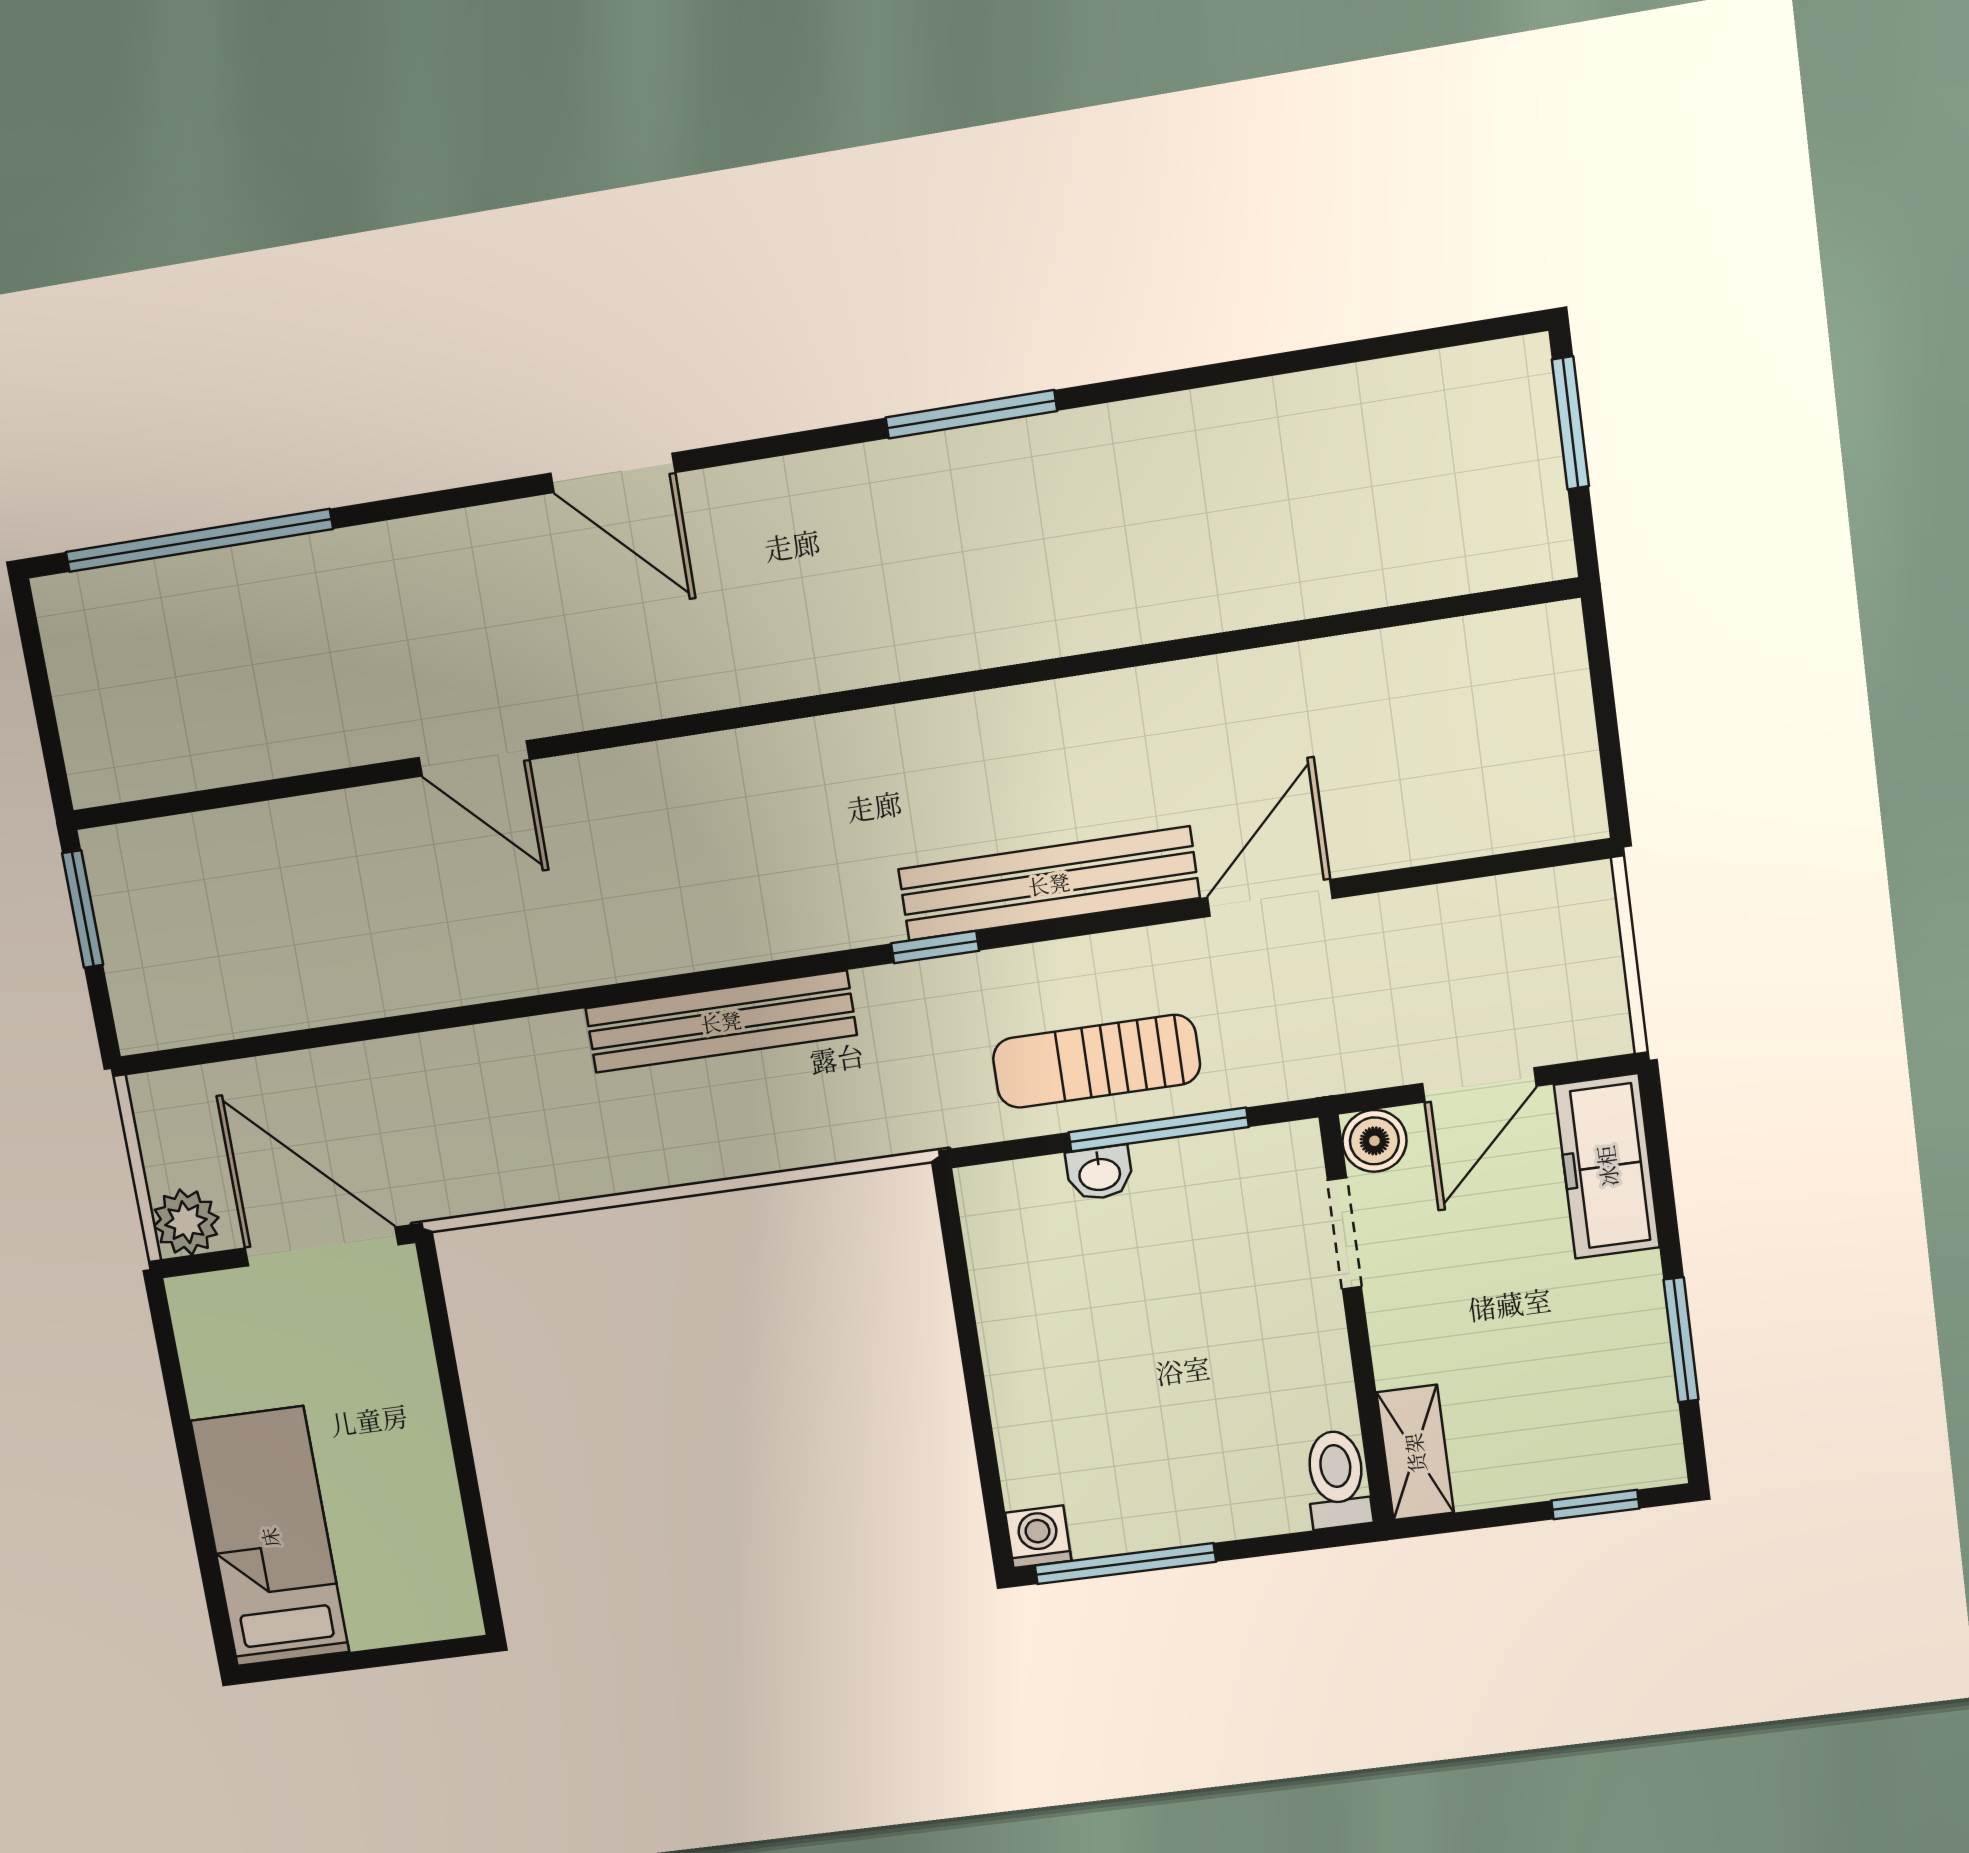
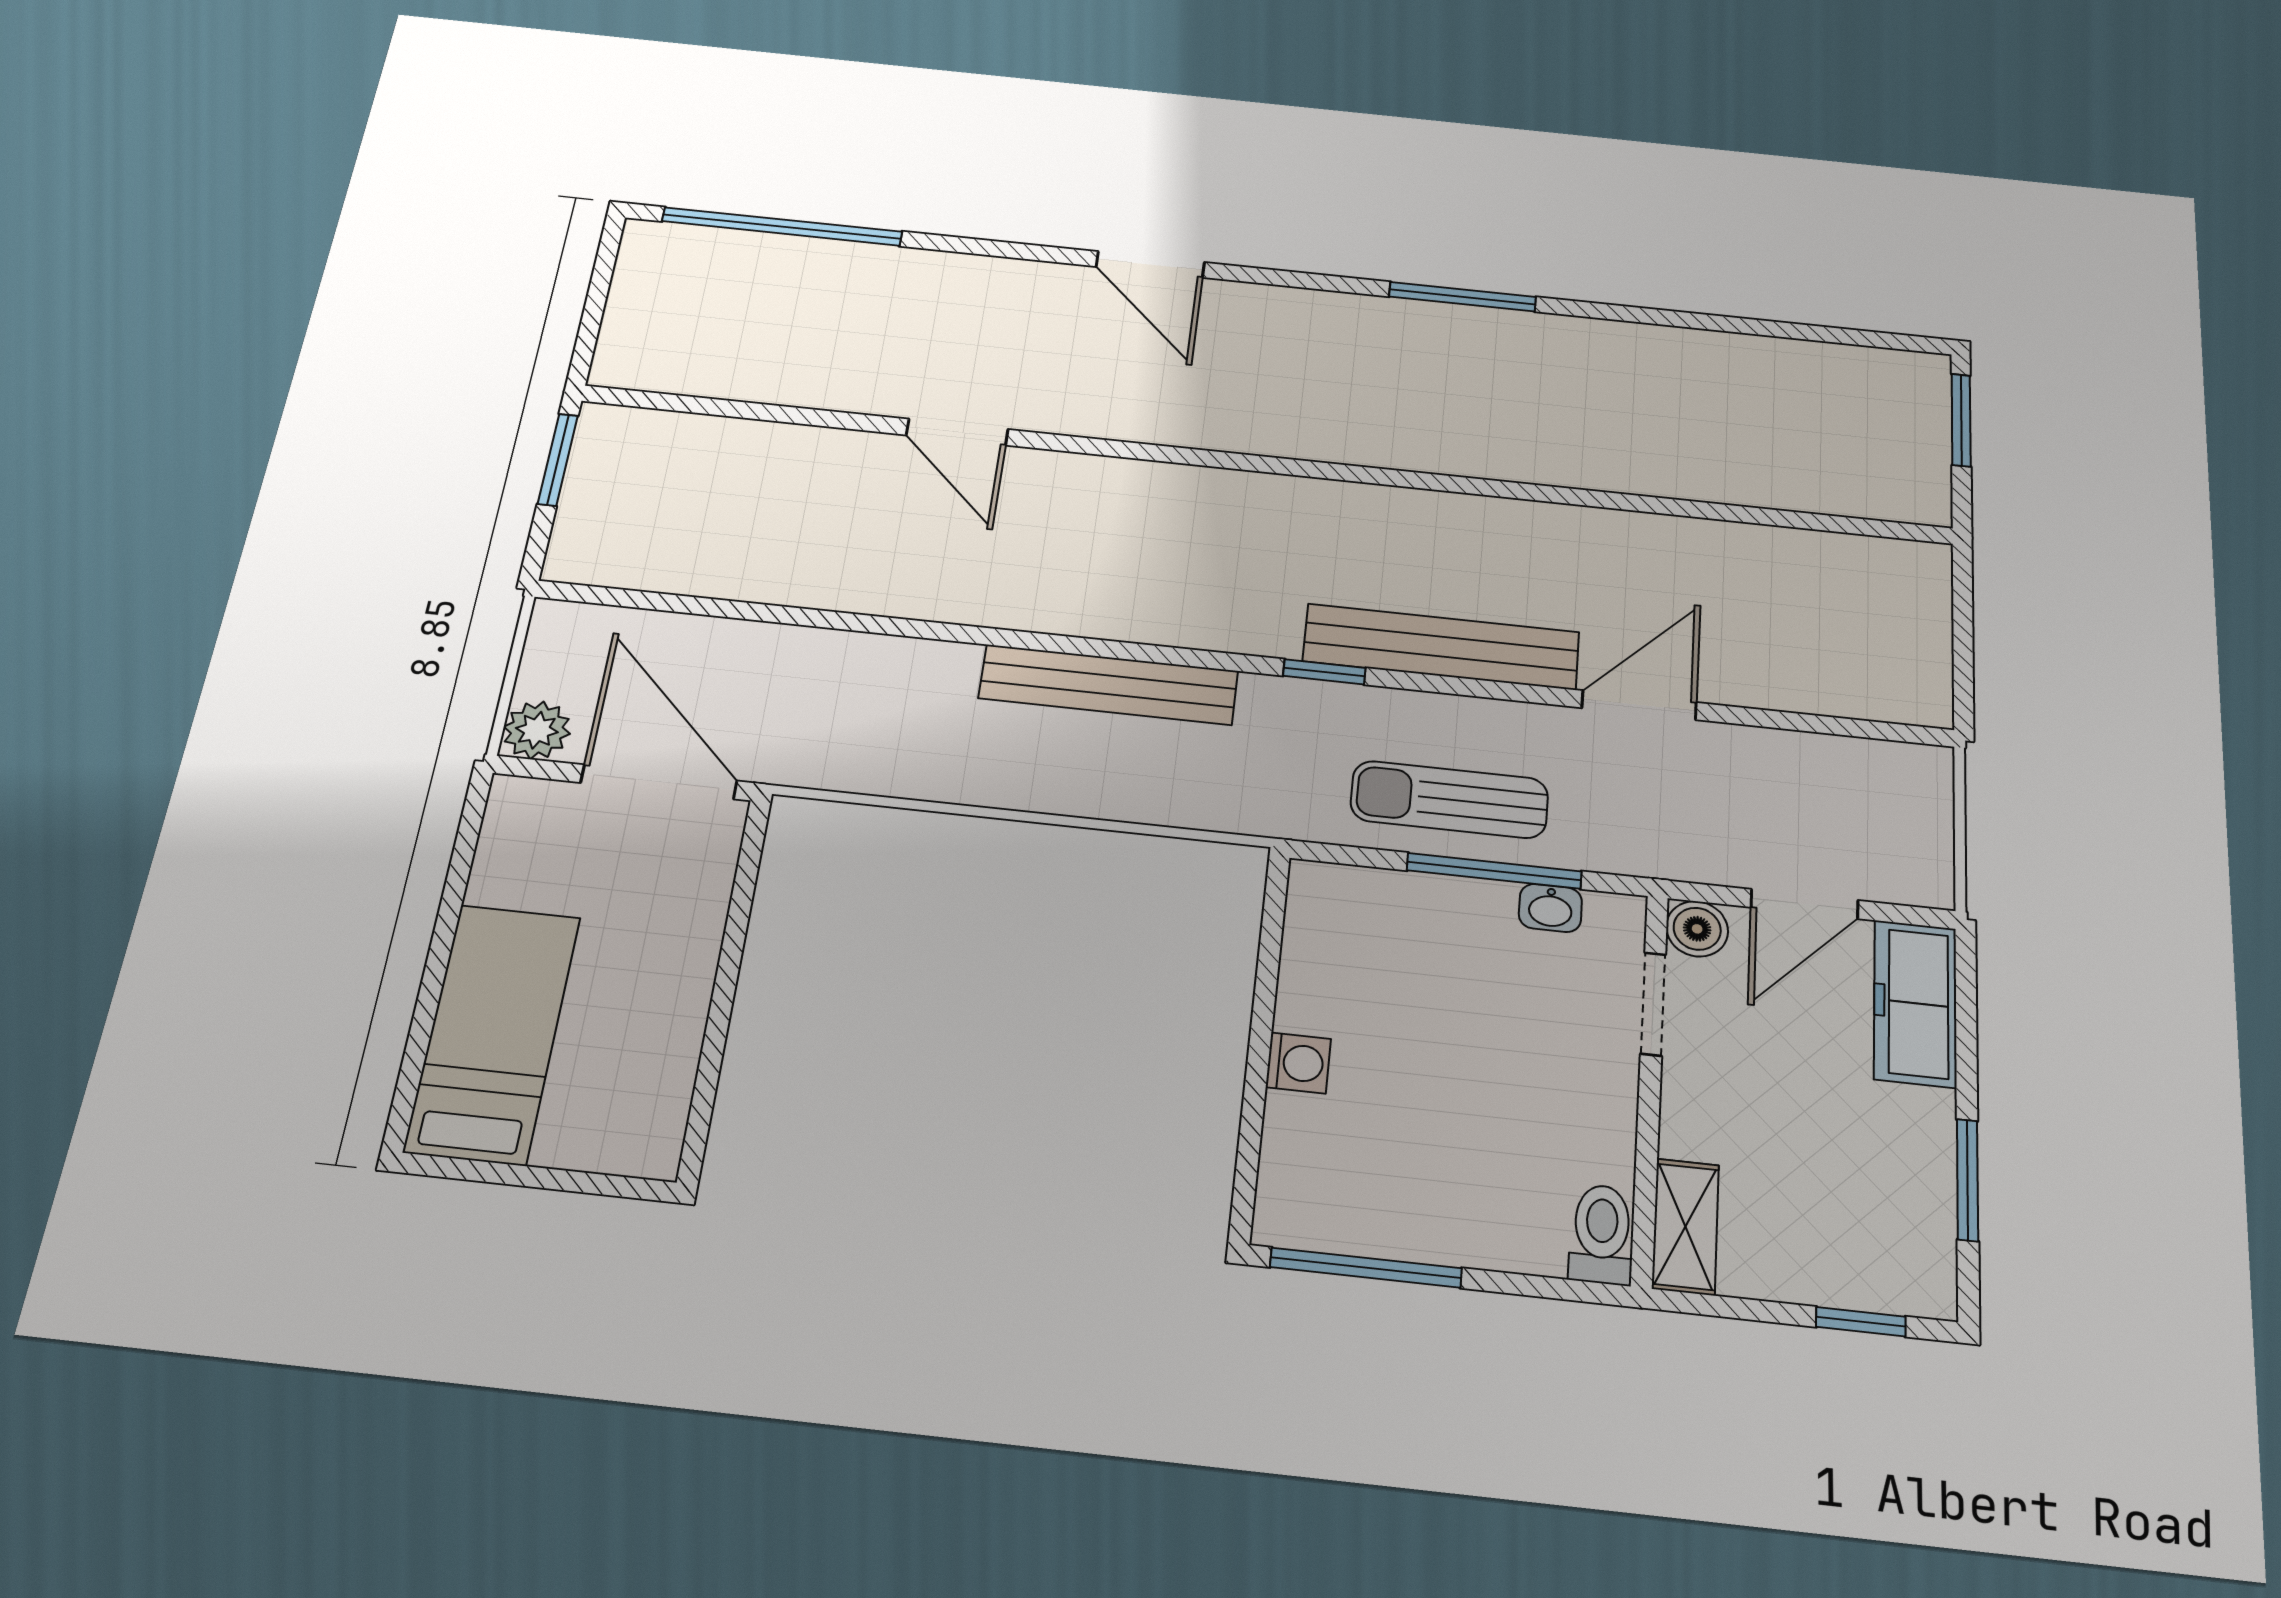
washbasin: (1099, 1173) -> (1550, 908), moved
washing machine: (1038, 1537) -> (1298, 1063), moved, turned 90

